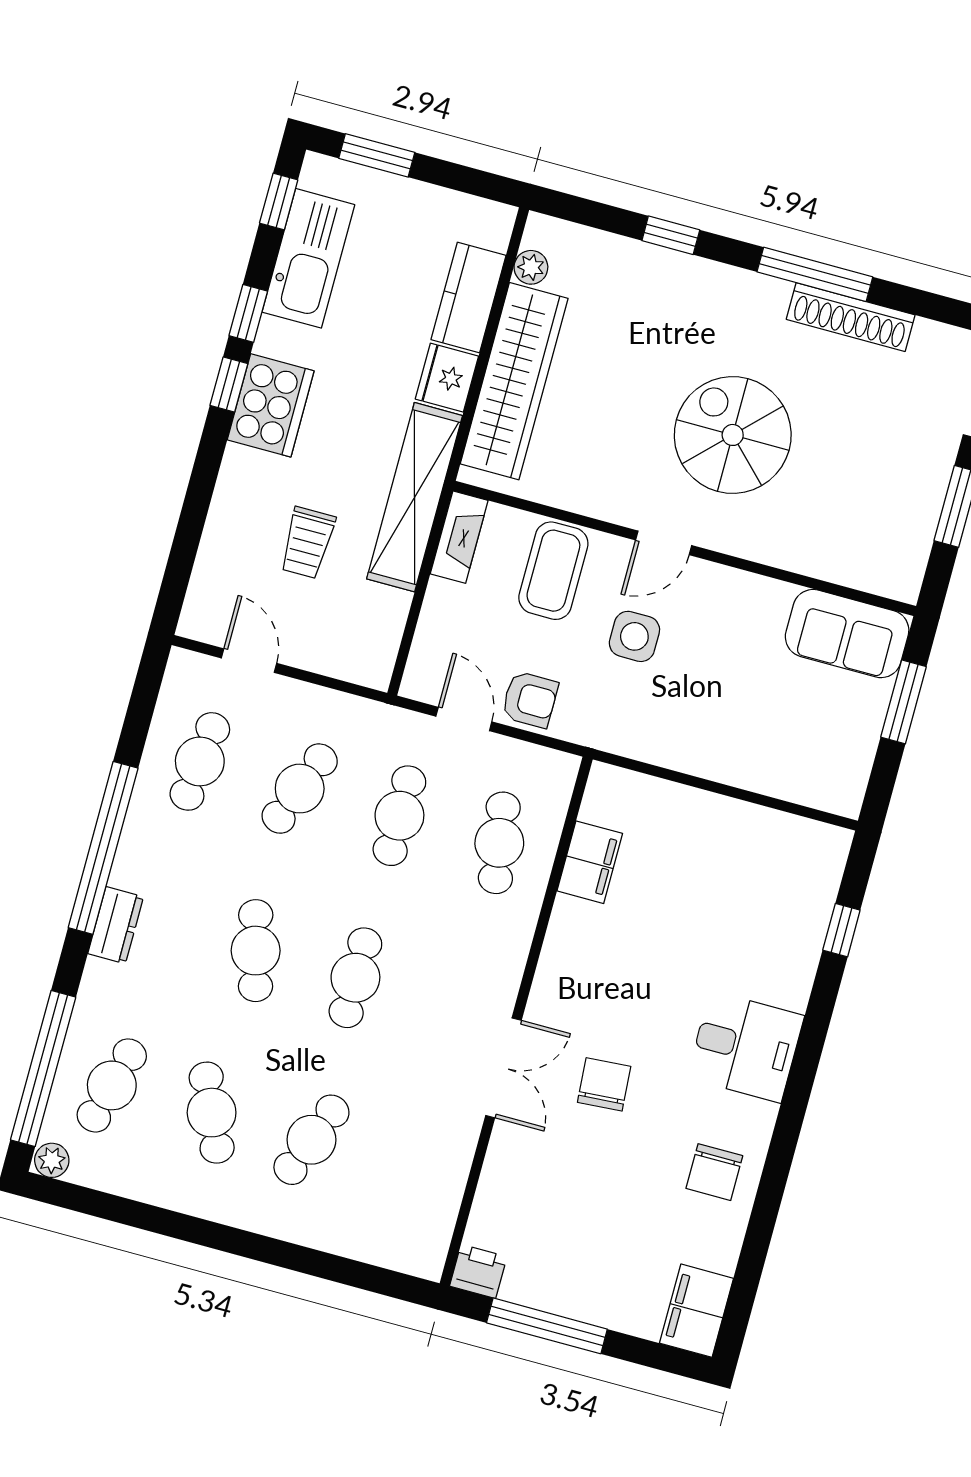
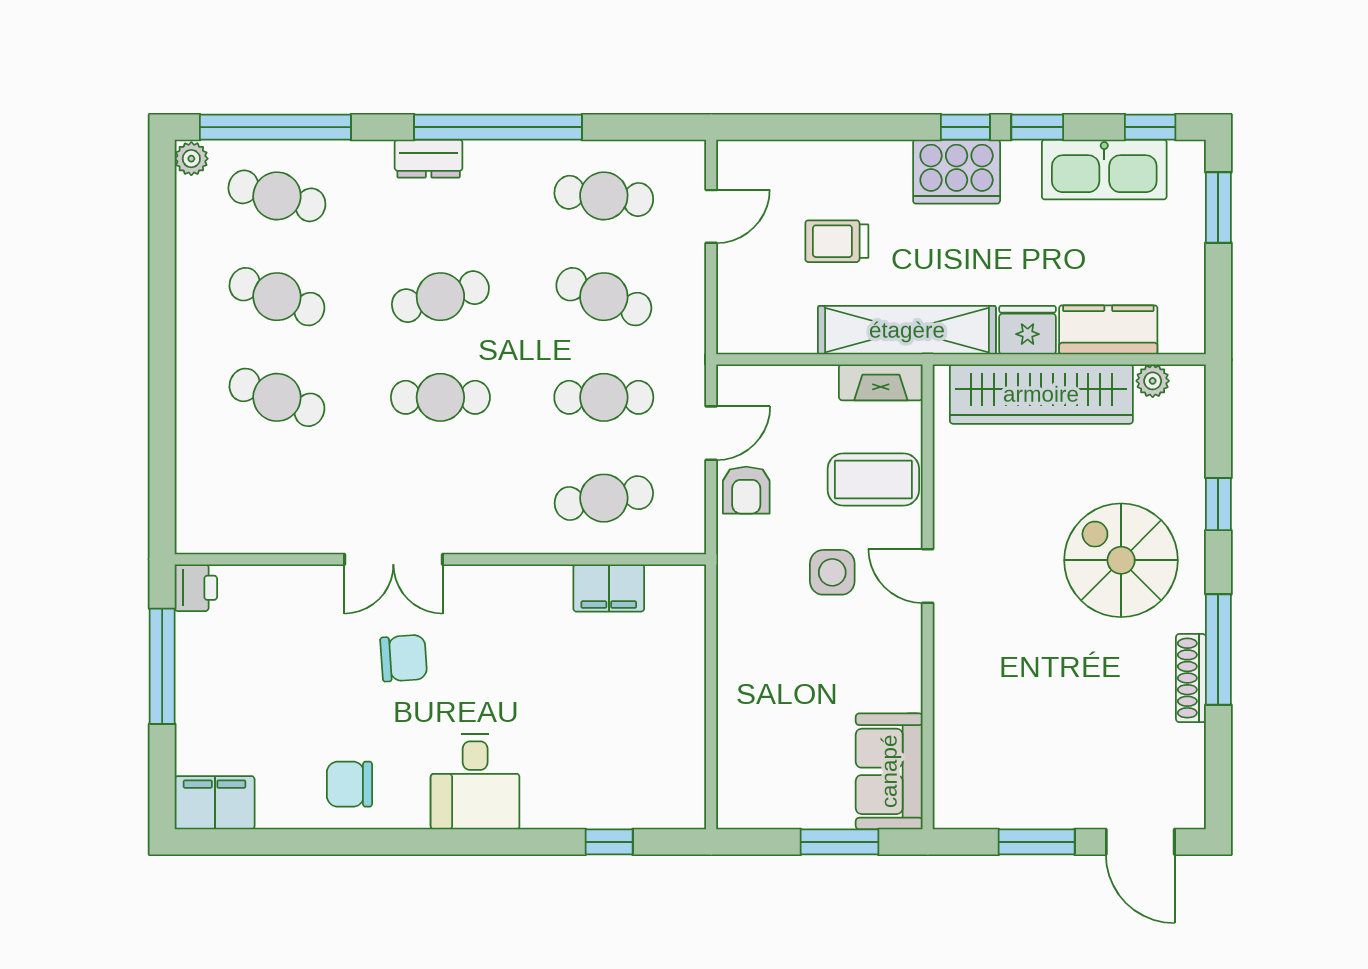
shoe rack: (851, 317) -> (1191, 678), width x0.74, depth x0.81
spiral stairs: (733, 435) -> (1121, 560), moved, turned -90
cafe table: (212, 1113) -> (277, 297), turned 45

